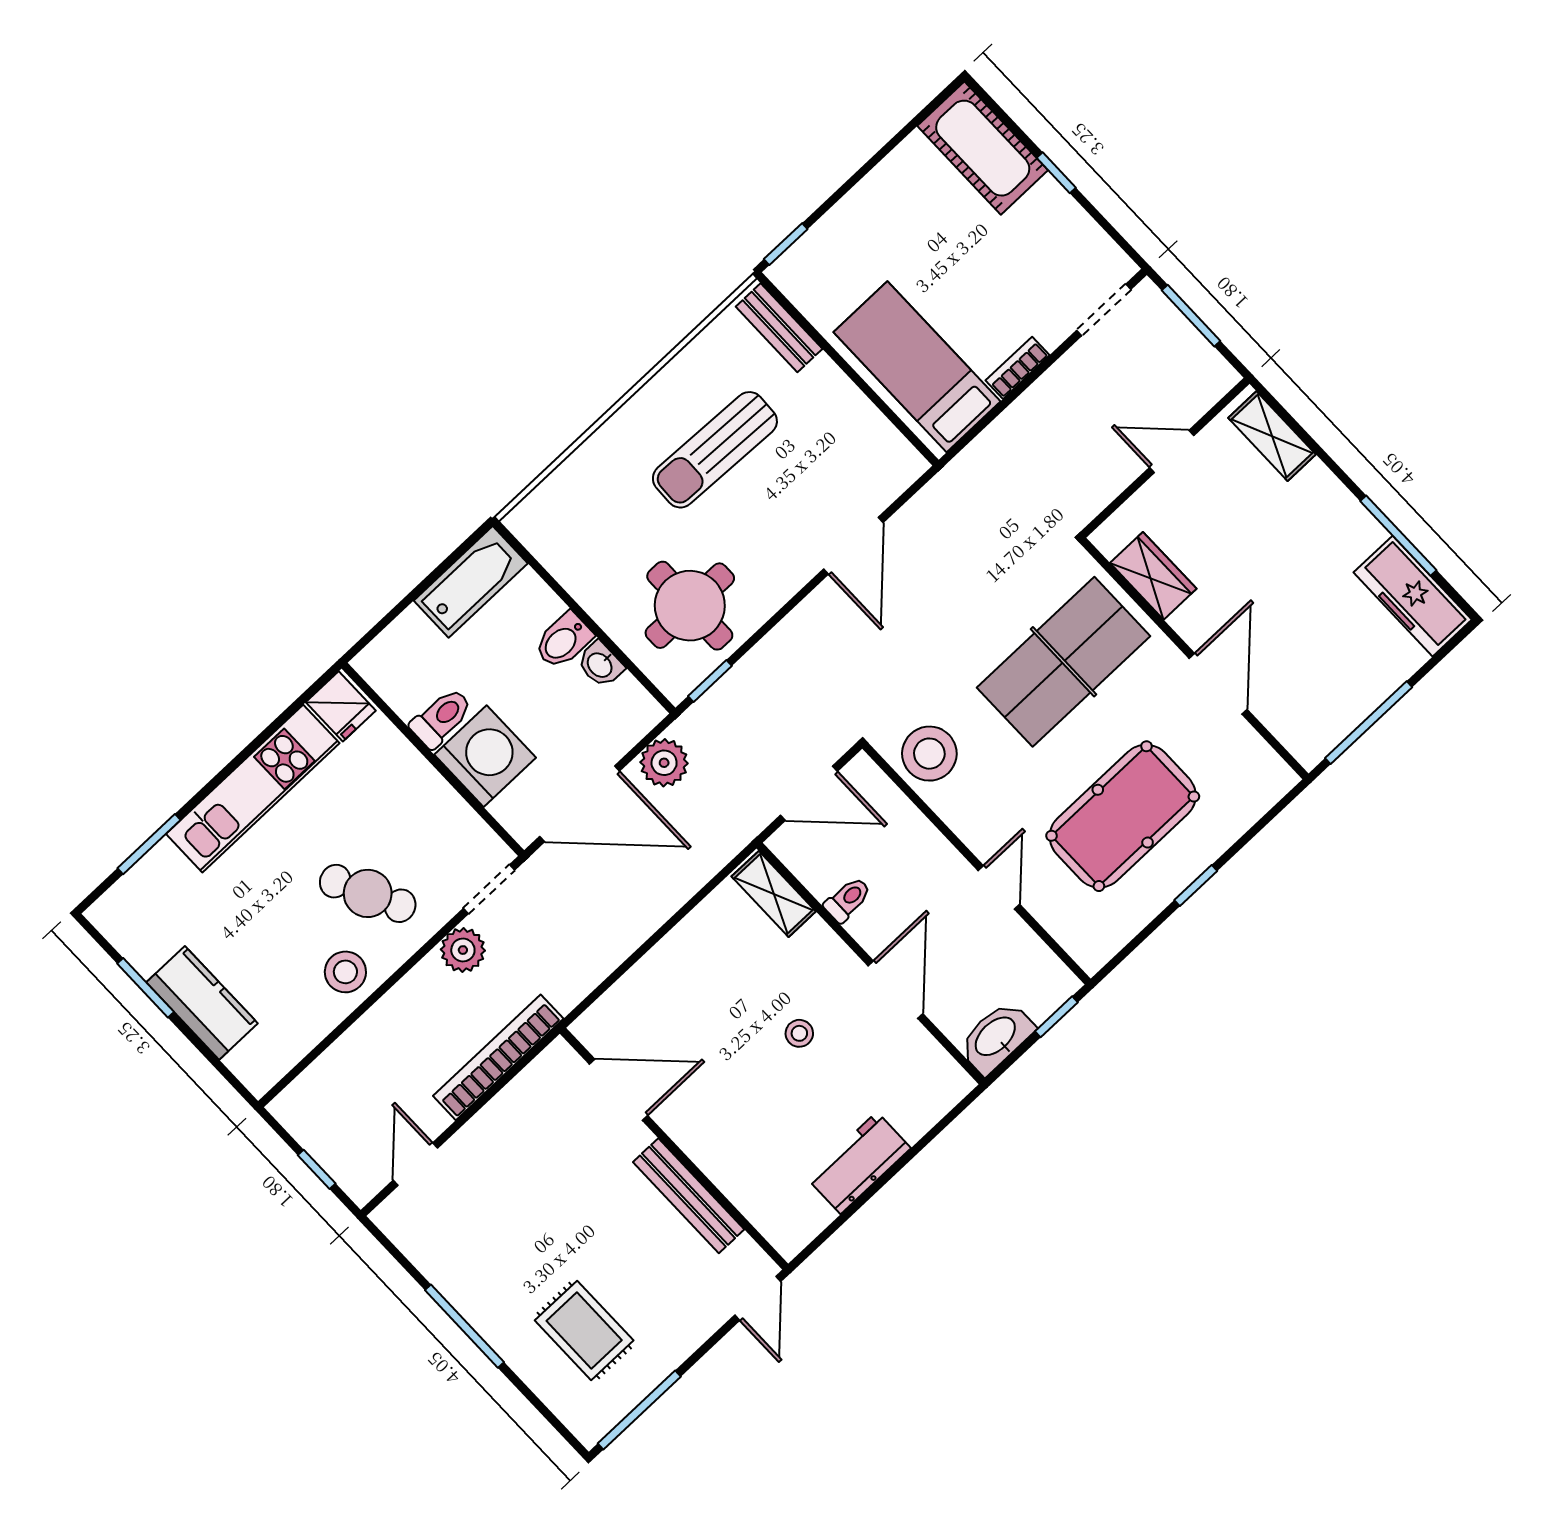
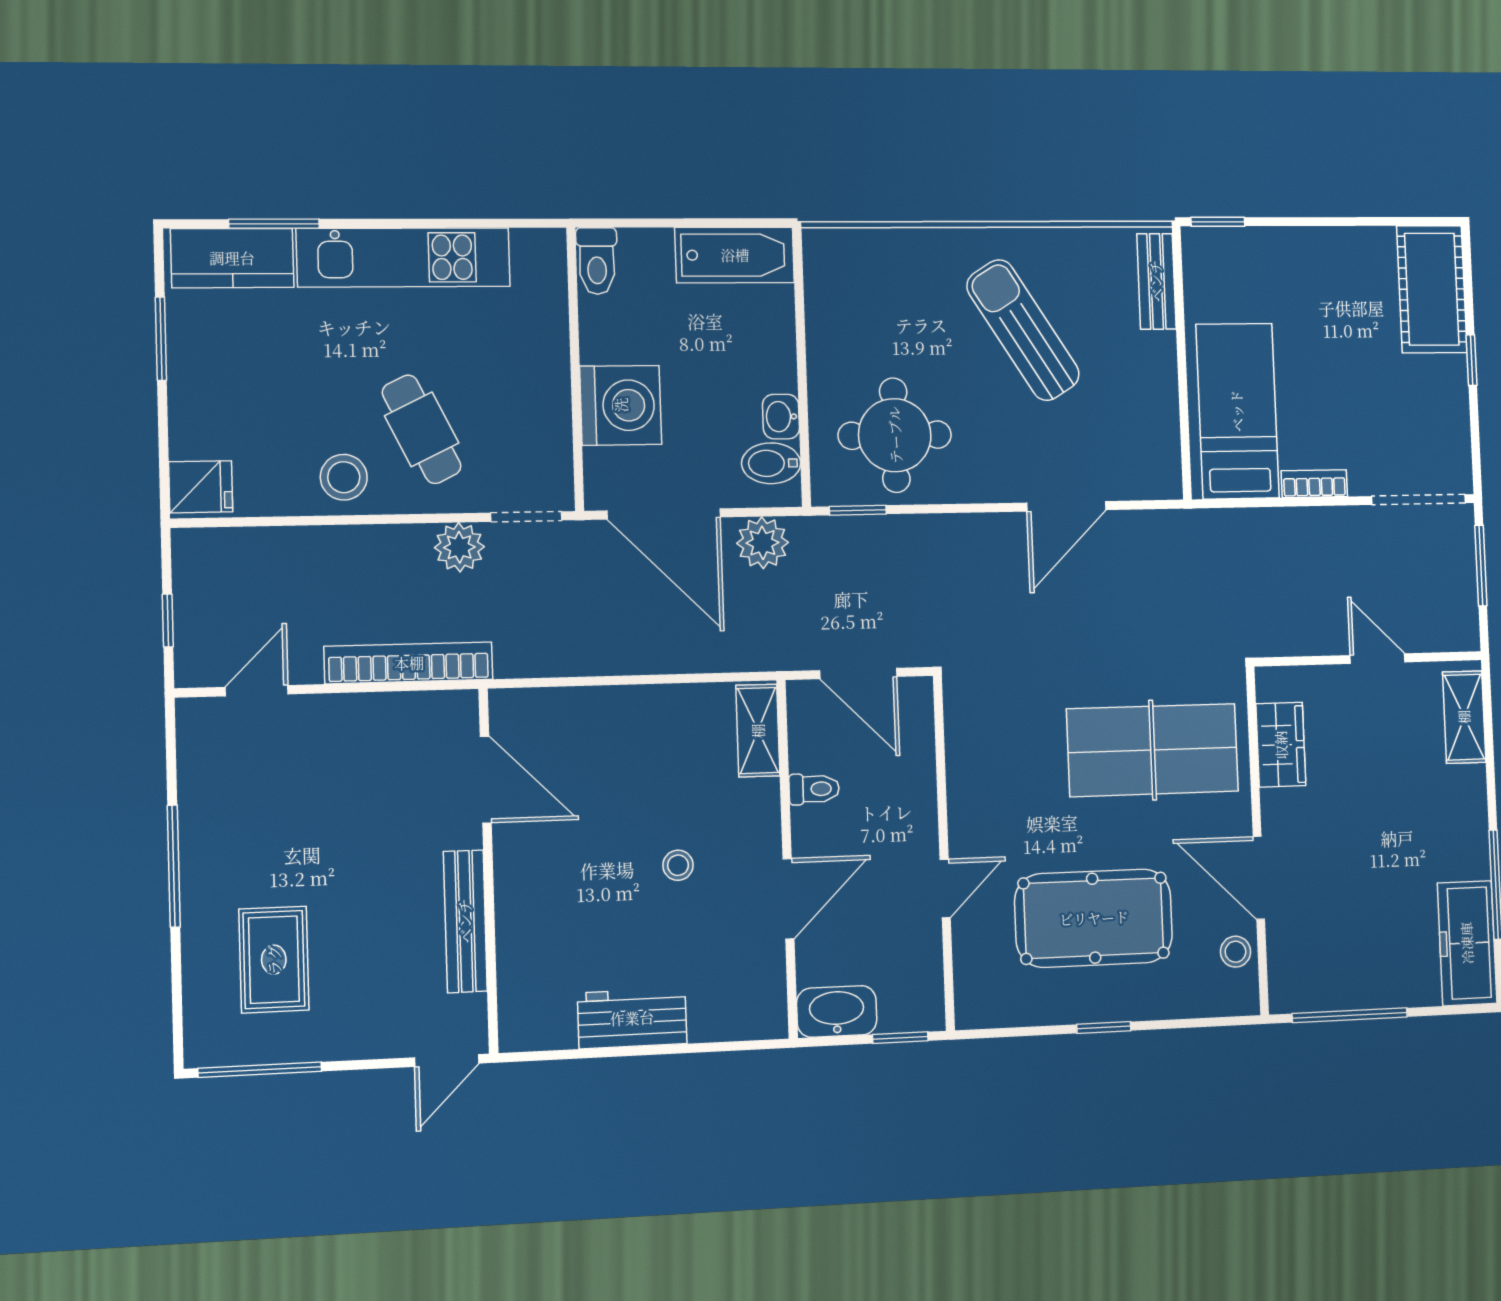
doorway: (1104, 310) -> (1418, 500), width x1.38
sun lounger: (715, 450) -> (1023, 330), turned 56
bidet: (563, 641) -> (771, 463), moved
door: (1218, 684) -> (1259, 878), swing flipped
fridge: (341, 706) -> (201, 487), moved, turned -90
toilet: (441, 718) -> (597, 261), moved, turned 90
stool: (929, 754) -> (1235, 952), moved, width x0.53, depth x0.53
kitchen counter: (202, 1003) -> (232, 258), moved, turned 90

